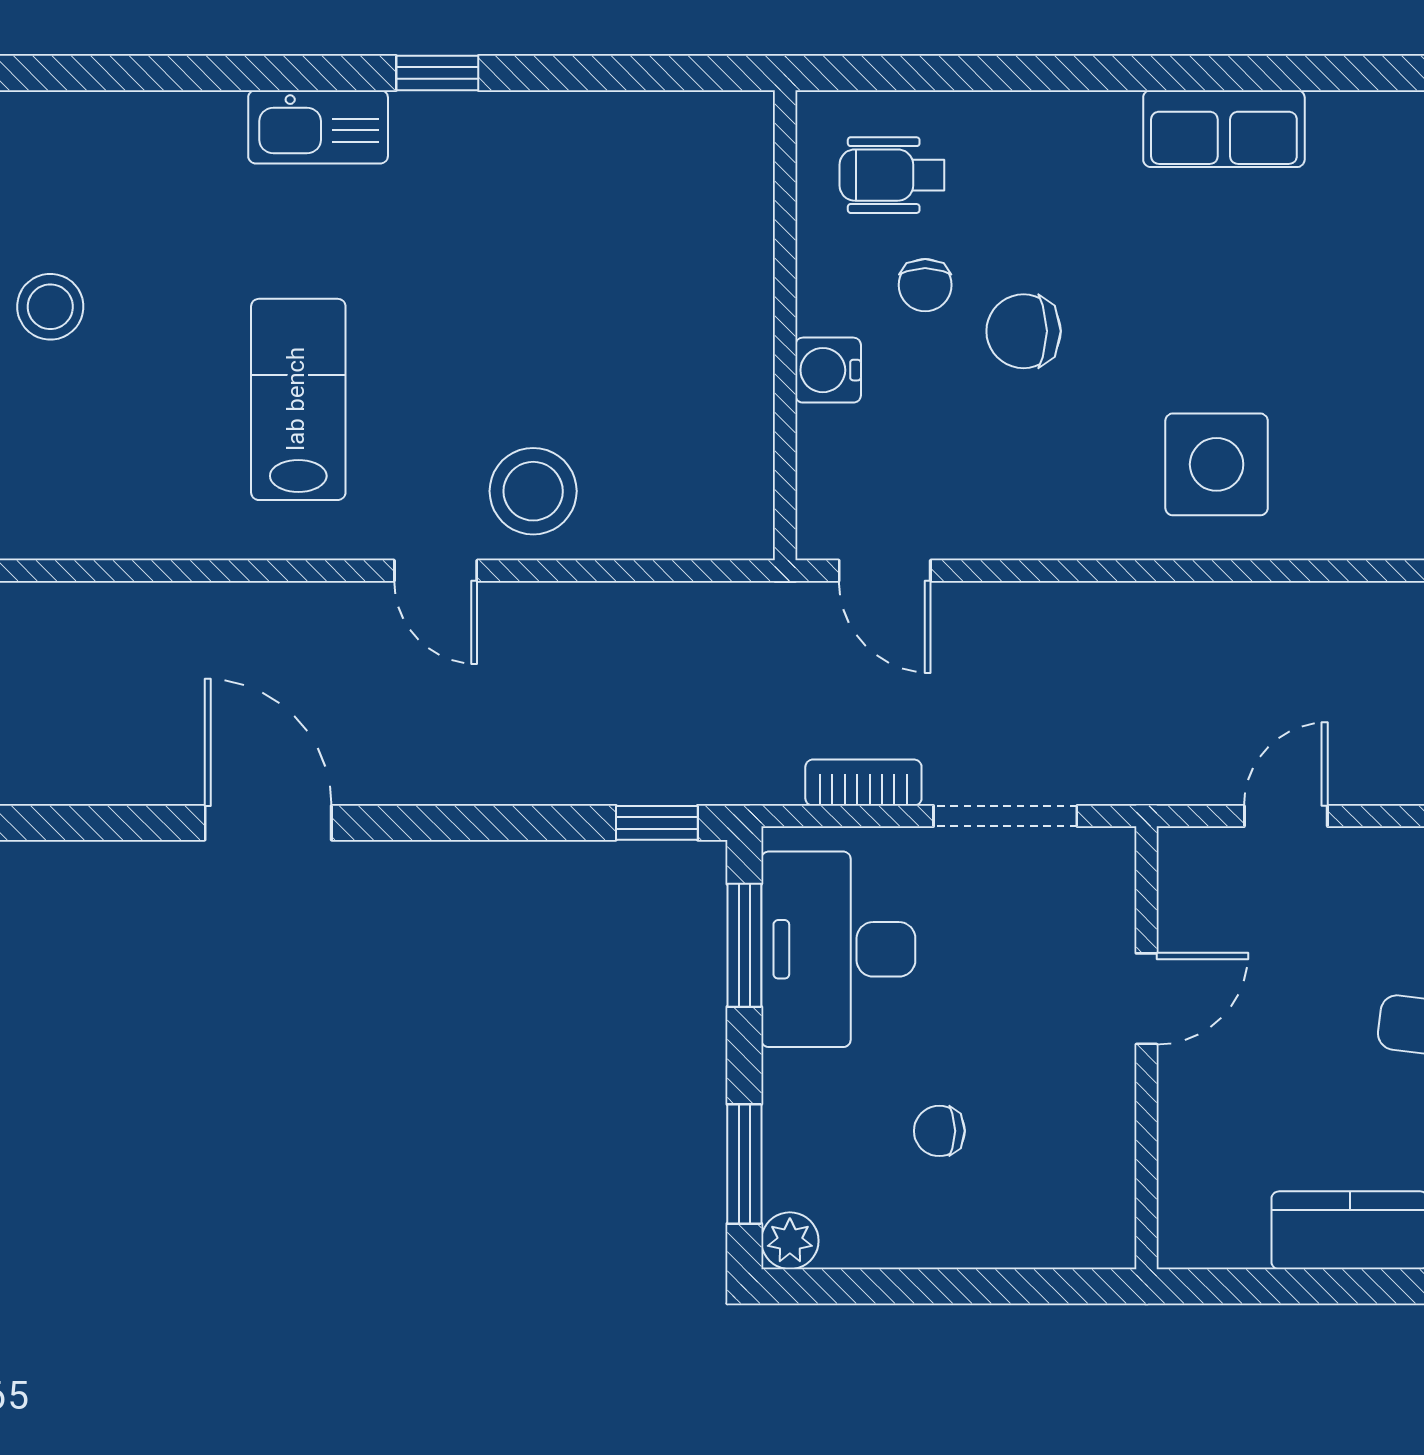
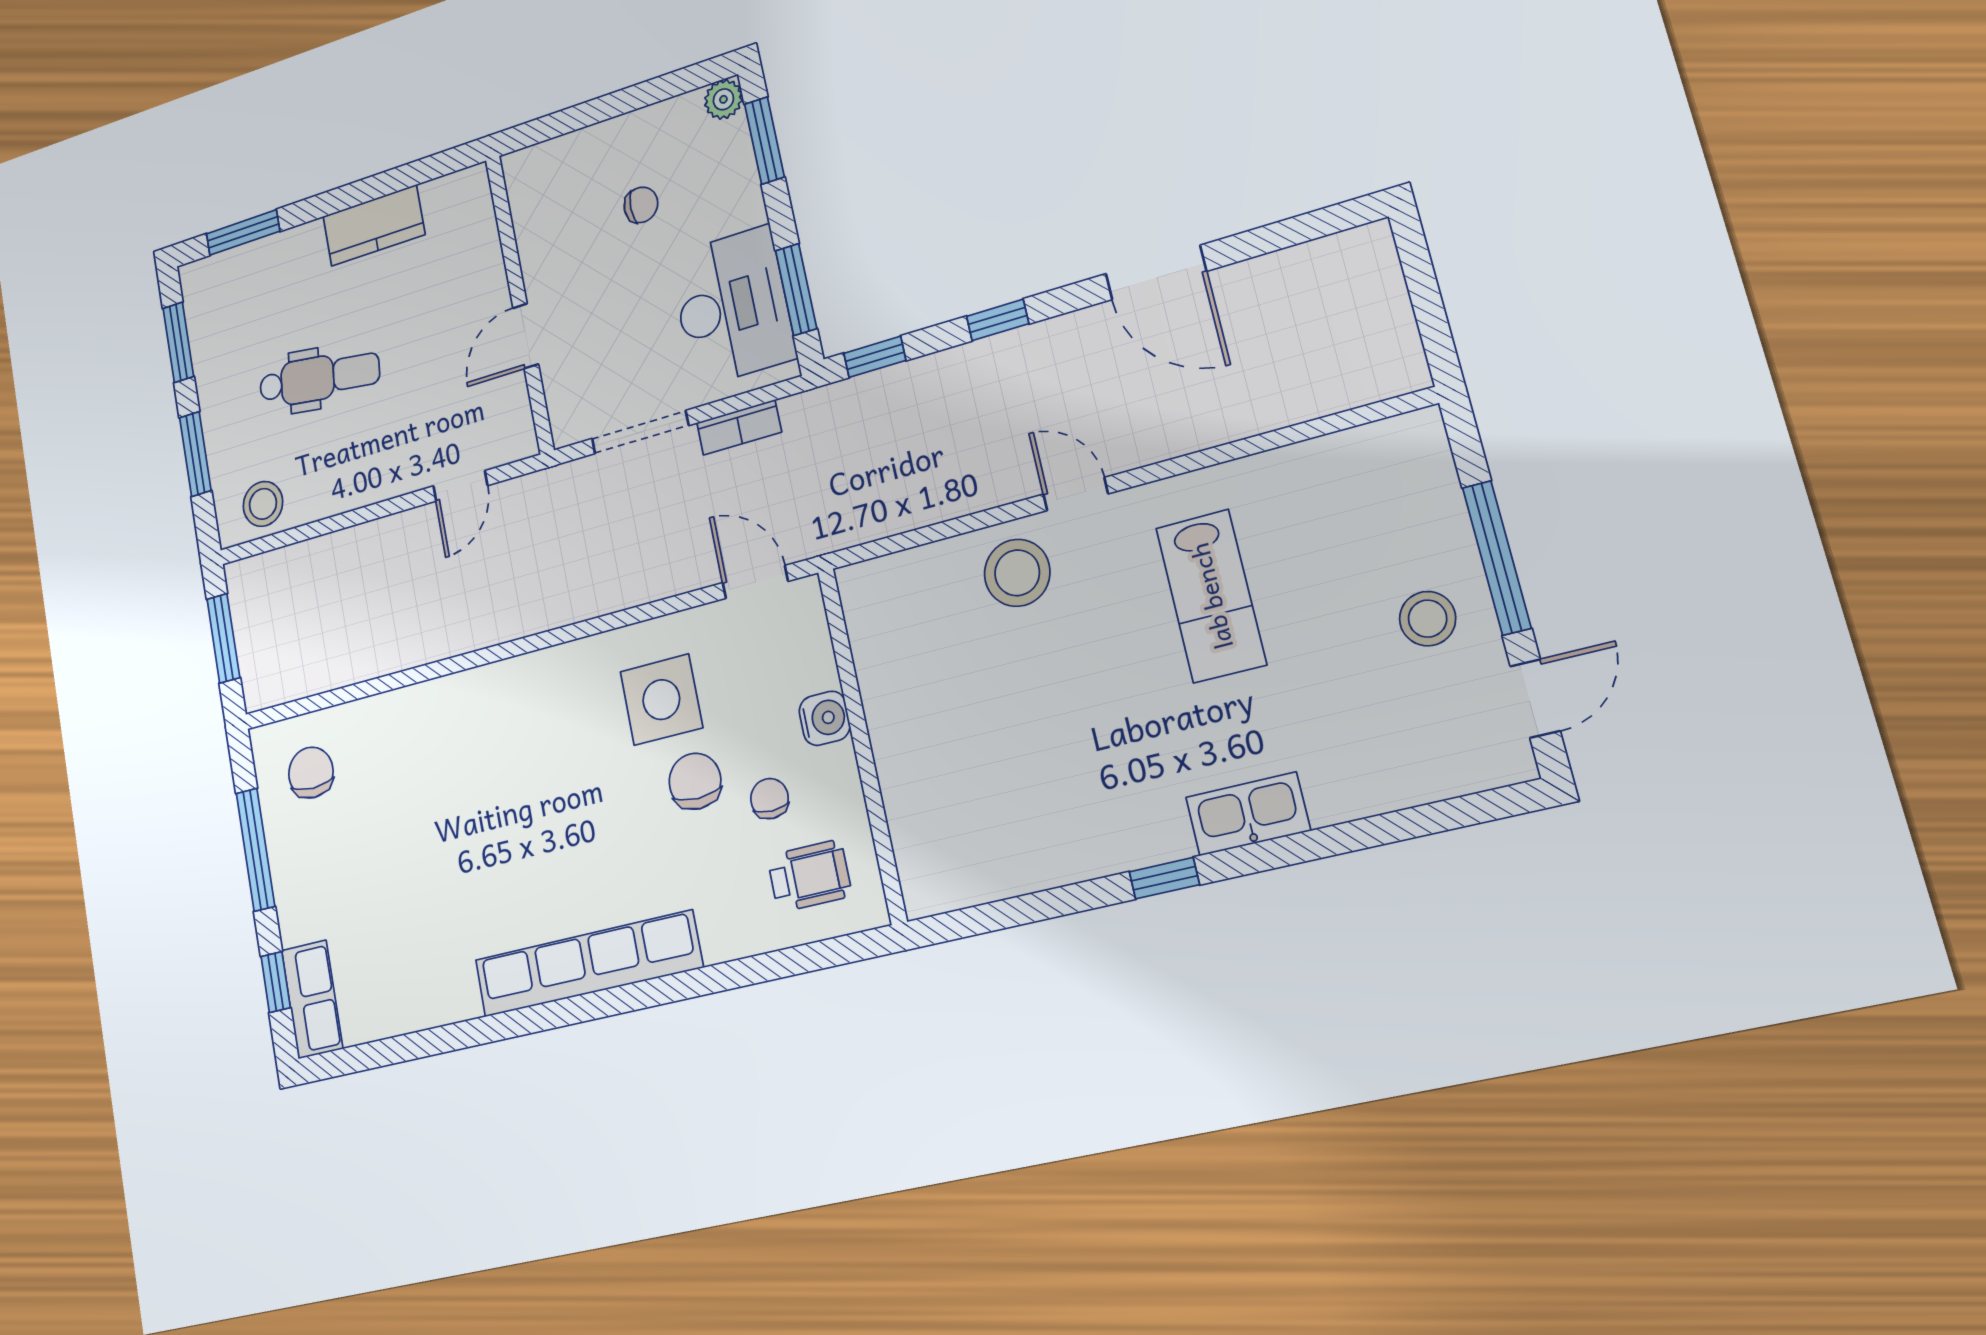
row of seats: (1224, 129) -> (588, 964), width x2.02
chair: (1024, 331) -> (695, 781), turned -90
side table: (1217, 464) -> (661, 700), moved
window: (484, 823) -> (998, 320), added

